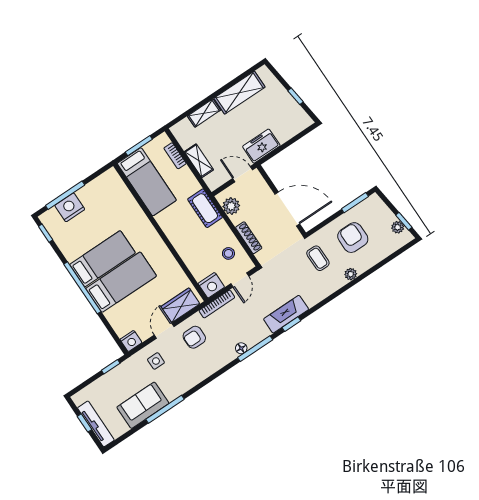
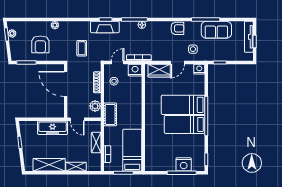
freezer: (261, 146) -> (53, 128), width x1.40
coffee table: (318, 258) -> (82, 48), moved
armchair: (194, 337) -> (177, 28), moved

